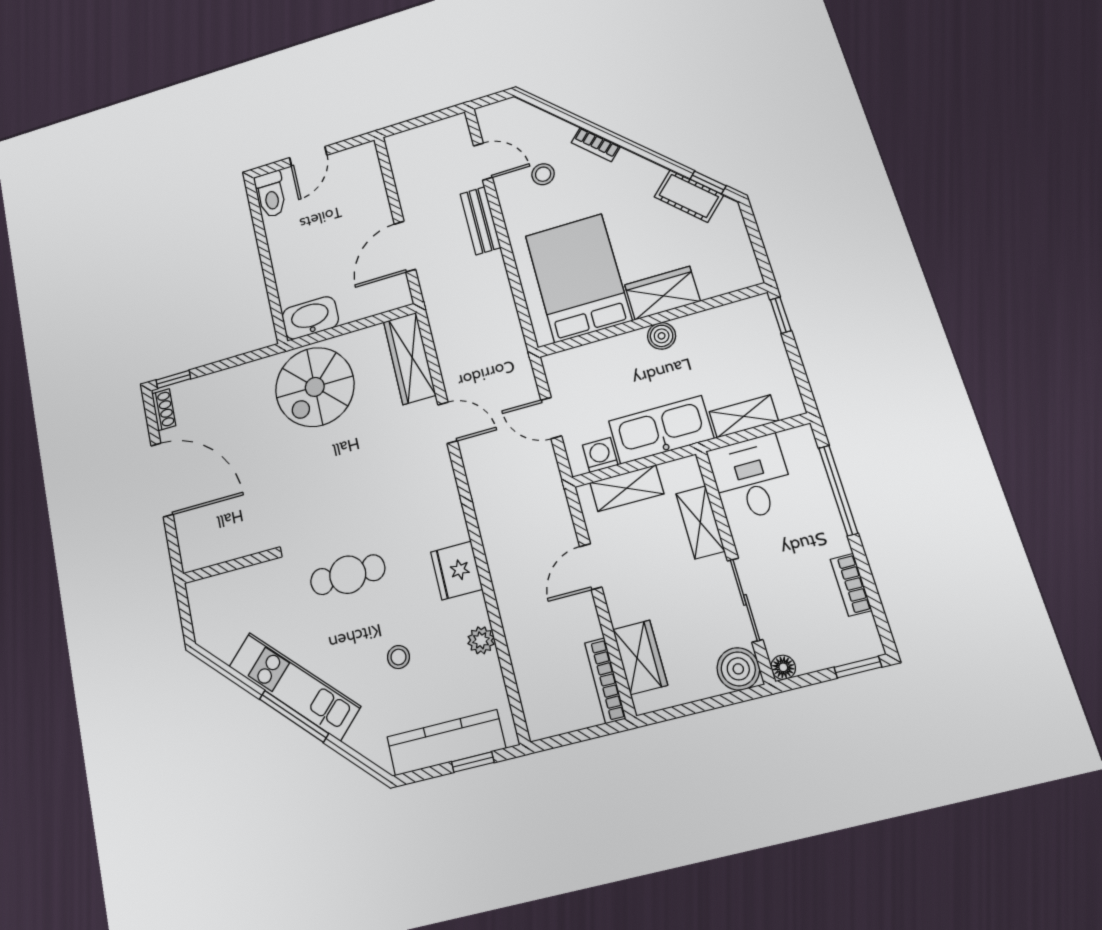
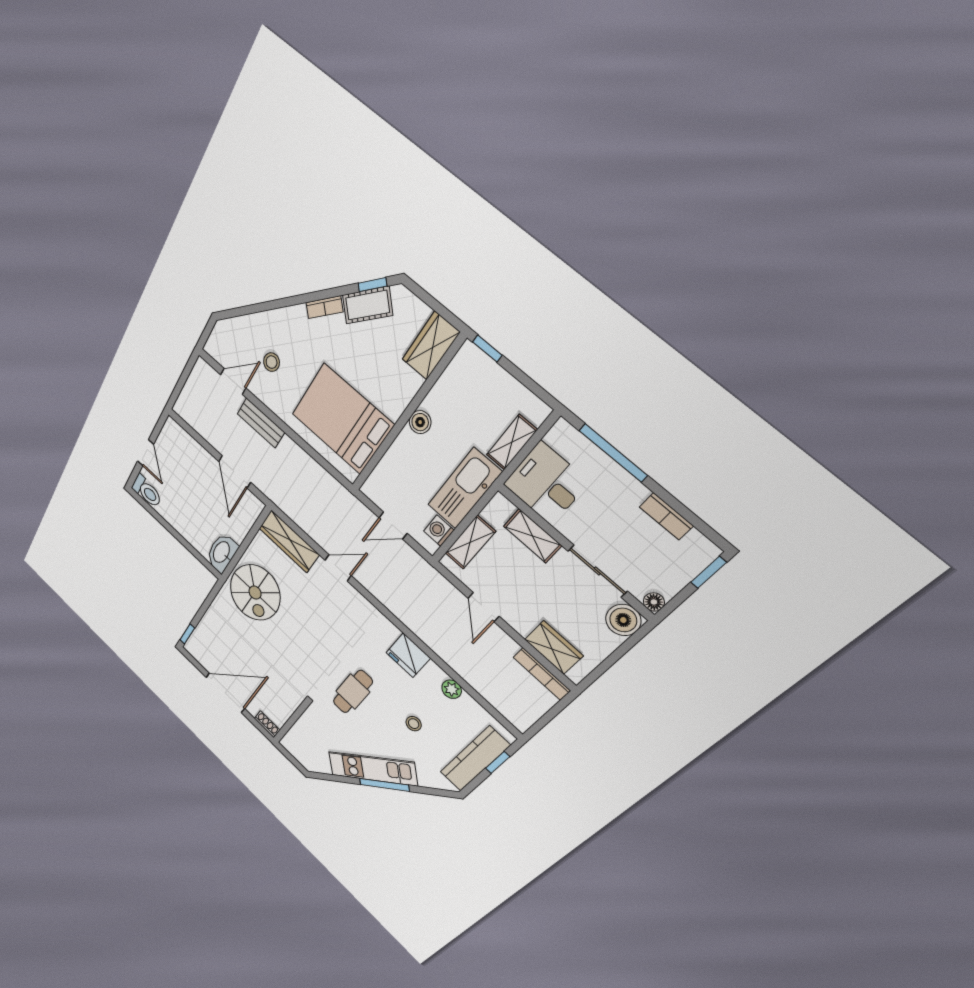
bookcase: (596, 145) -> (324, 307), moved
wardrobe: (662, 293) -> (431, 346), moved
shoe rack: (164, 410) -> (267, 724), moved

